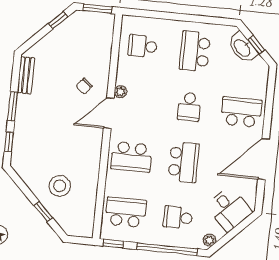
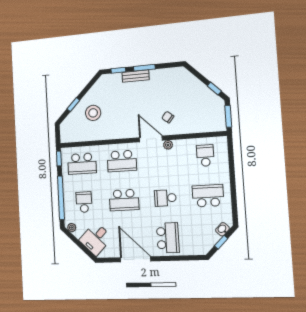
washbasin: (242, 48) -> (222, 229), width x0.52, depth x0.69
bench: (26, 75) -> (136, 76), moved
school desk: (131, 157) -> (122, 161), turned -90
school desk: (126, 212) -> (82, 164), turned 90

